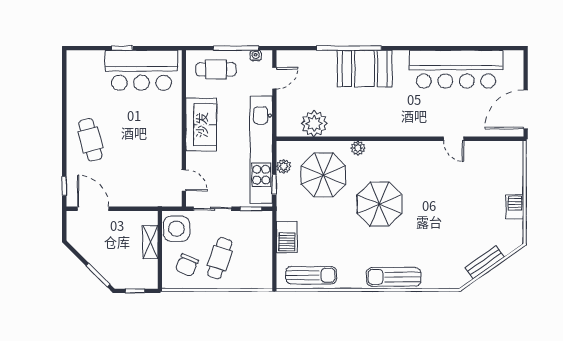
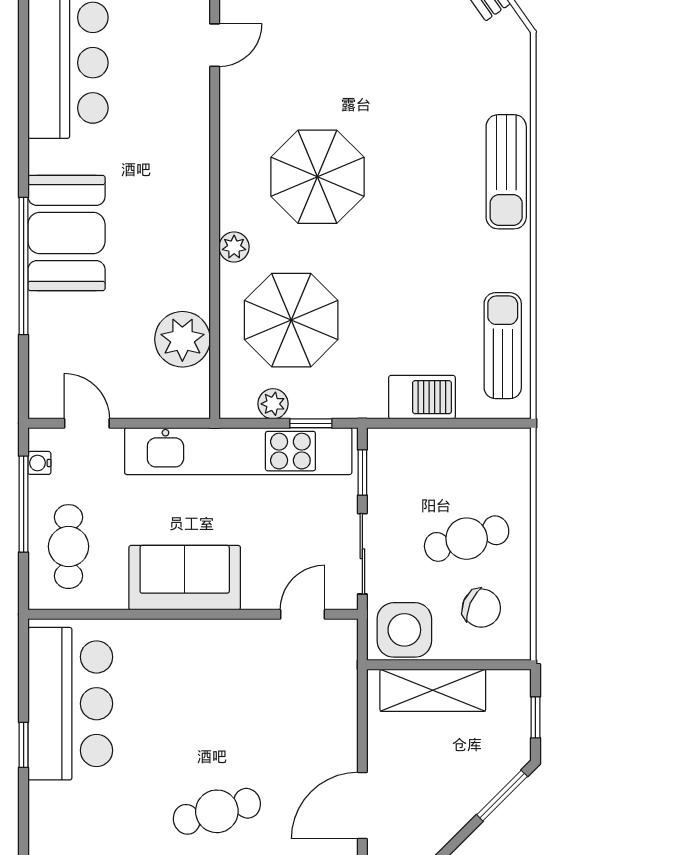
parasol: (379, 204) -> (317, 177), moved
shelving: (150, 242) -> (433, 690), width x1.50, depth x1.33
cafe table: (220, 258) -> (467, 539), turned -34

